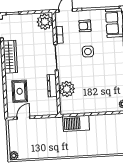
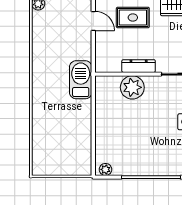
barbecue: (76, 123) -> (81, 80), moved

